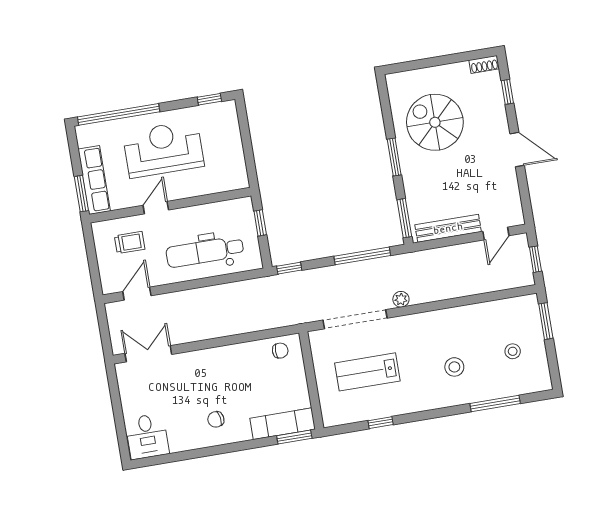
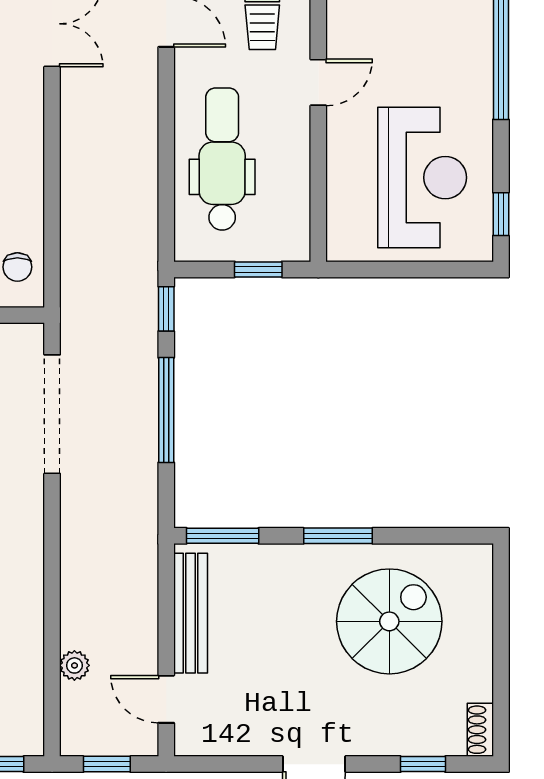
reception desk: (163, 149) -> (422, 178), moved
door: (156, 208) -> (318, 82), hinge flipped
window: (362, 256) -> (166, 410), moved
plant: (401, 299) -> (74, 665), moved

